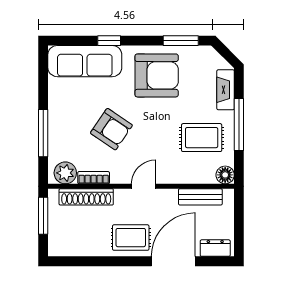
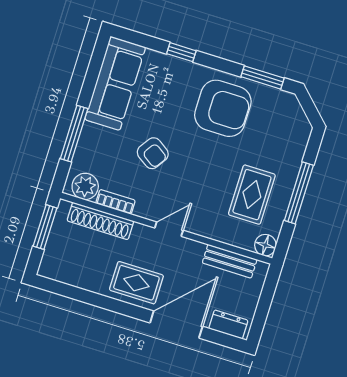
sofa: (85, 61) -> (115, 83), moved, turned -90
fireplace: (226, 90) -> (296, 149), removed
armchair: (111, 129) -> (153, 153), width x0.72, depth x0.72
rug: (202, 138) -> (252, 195), turned 90

